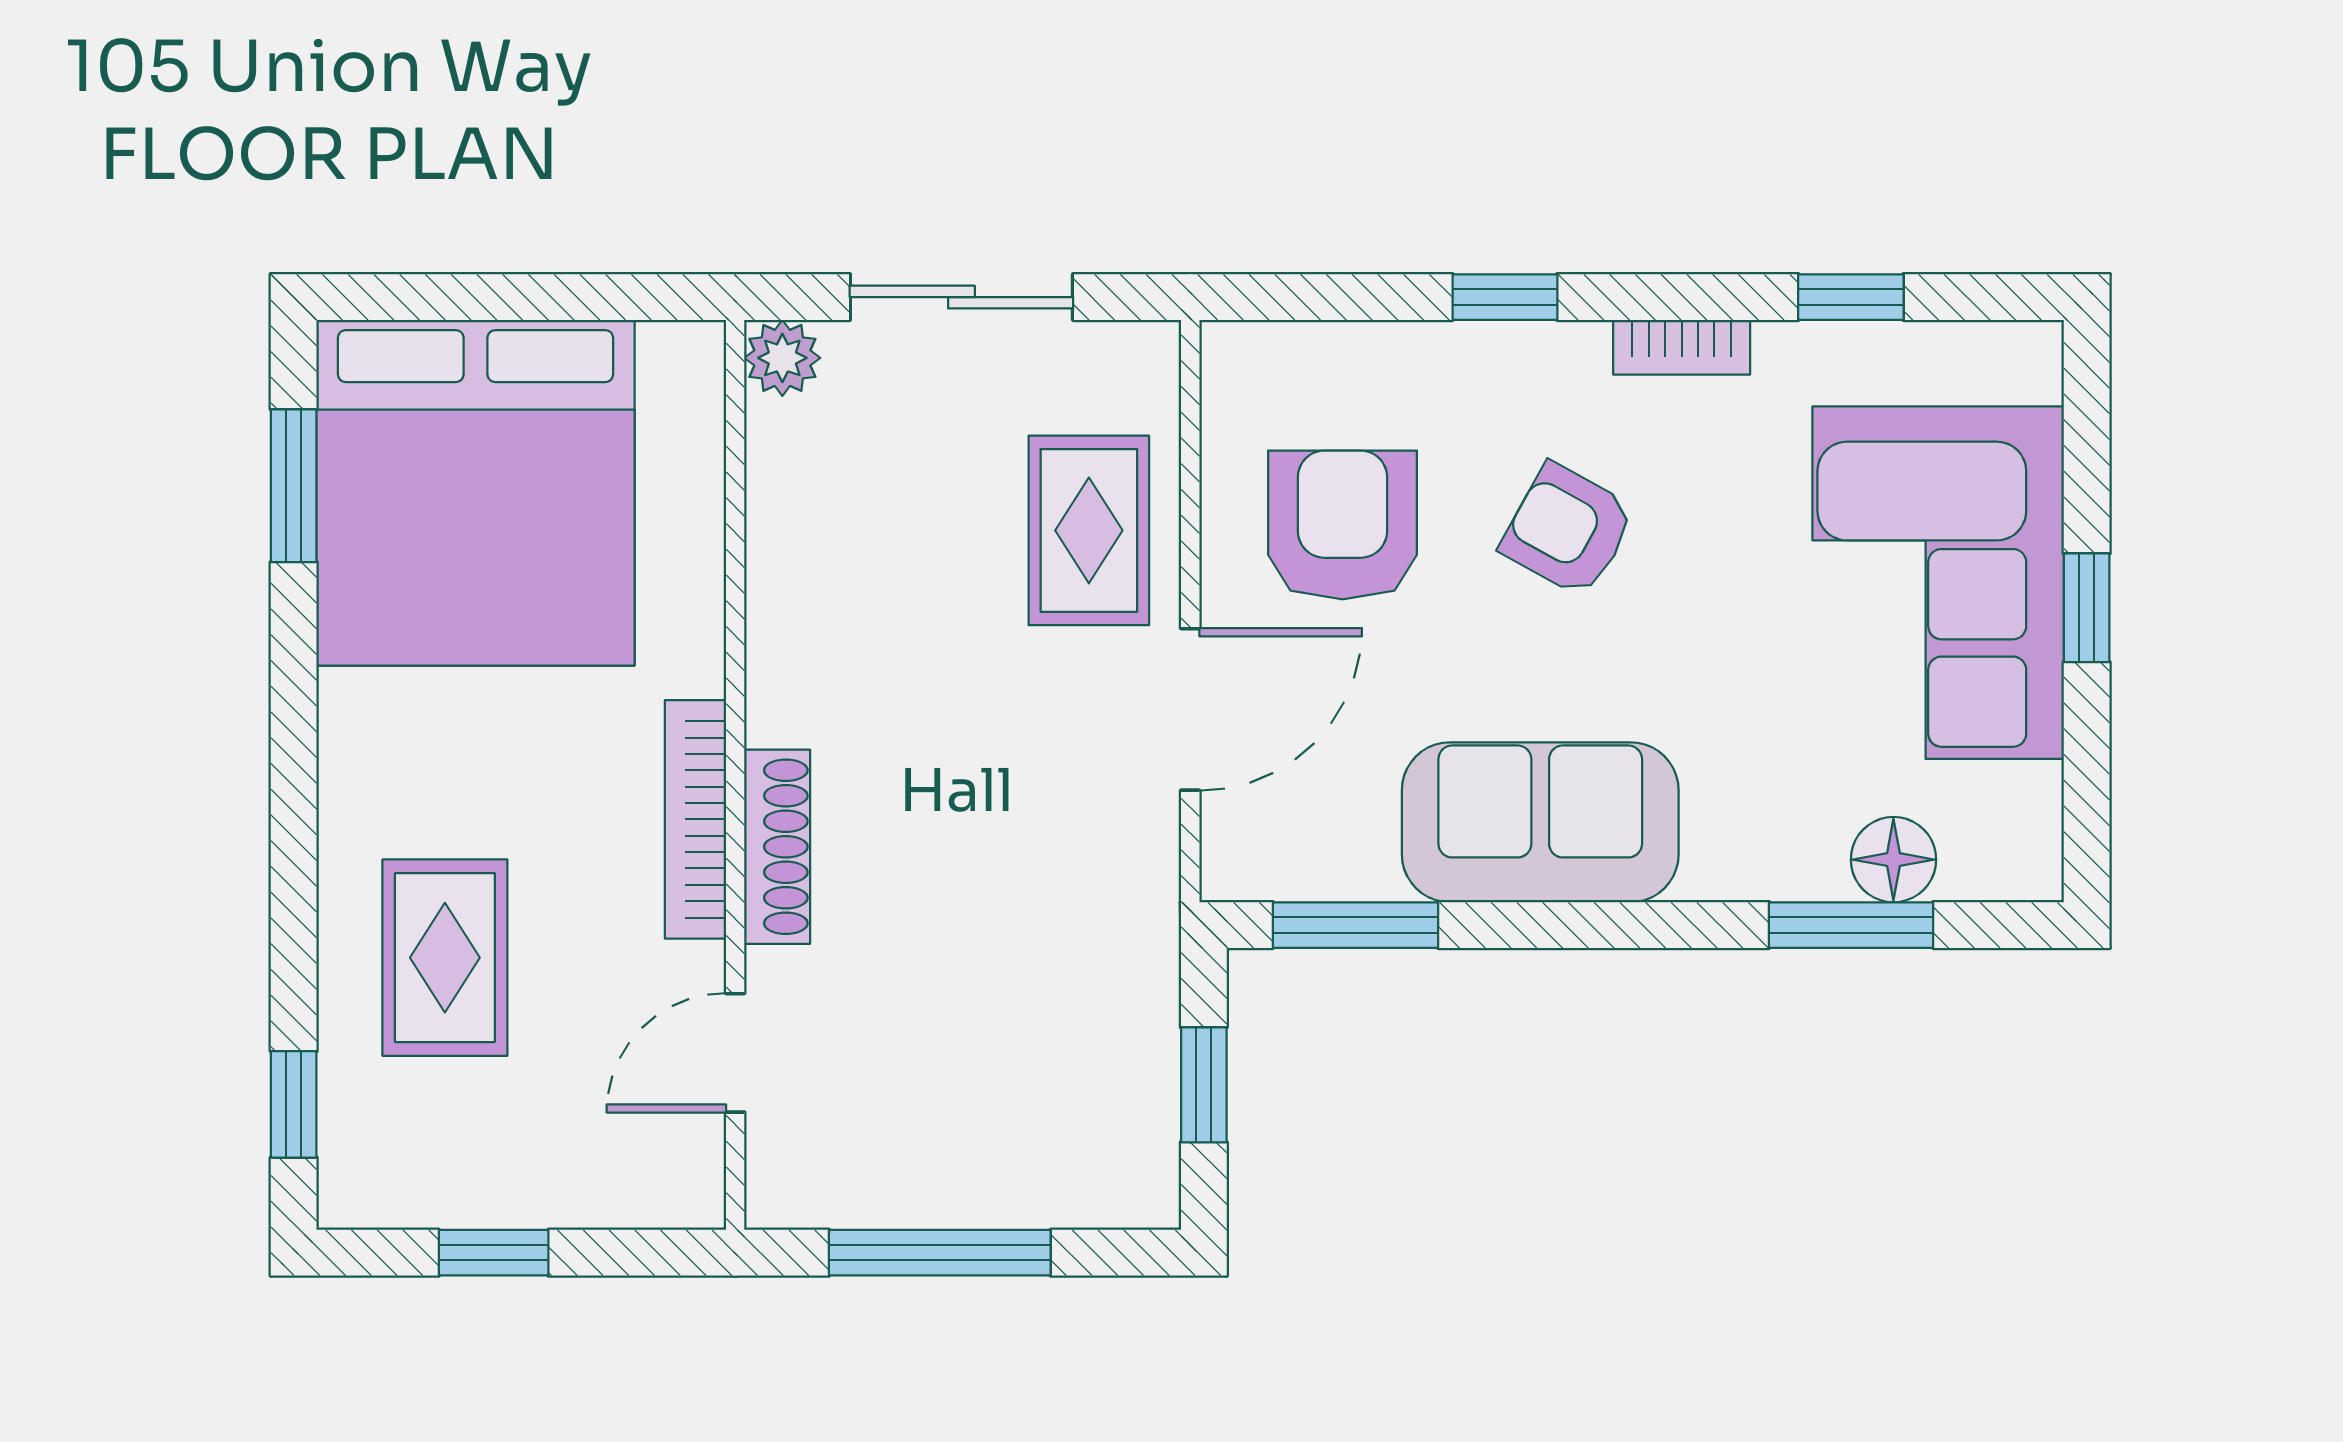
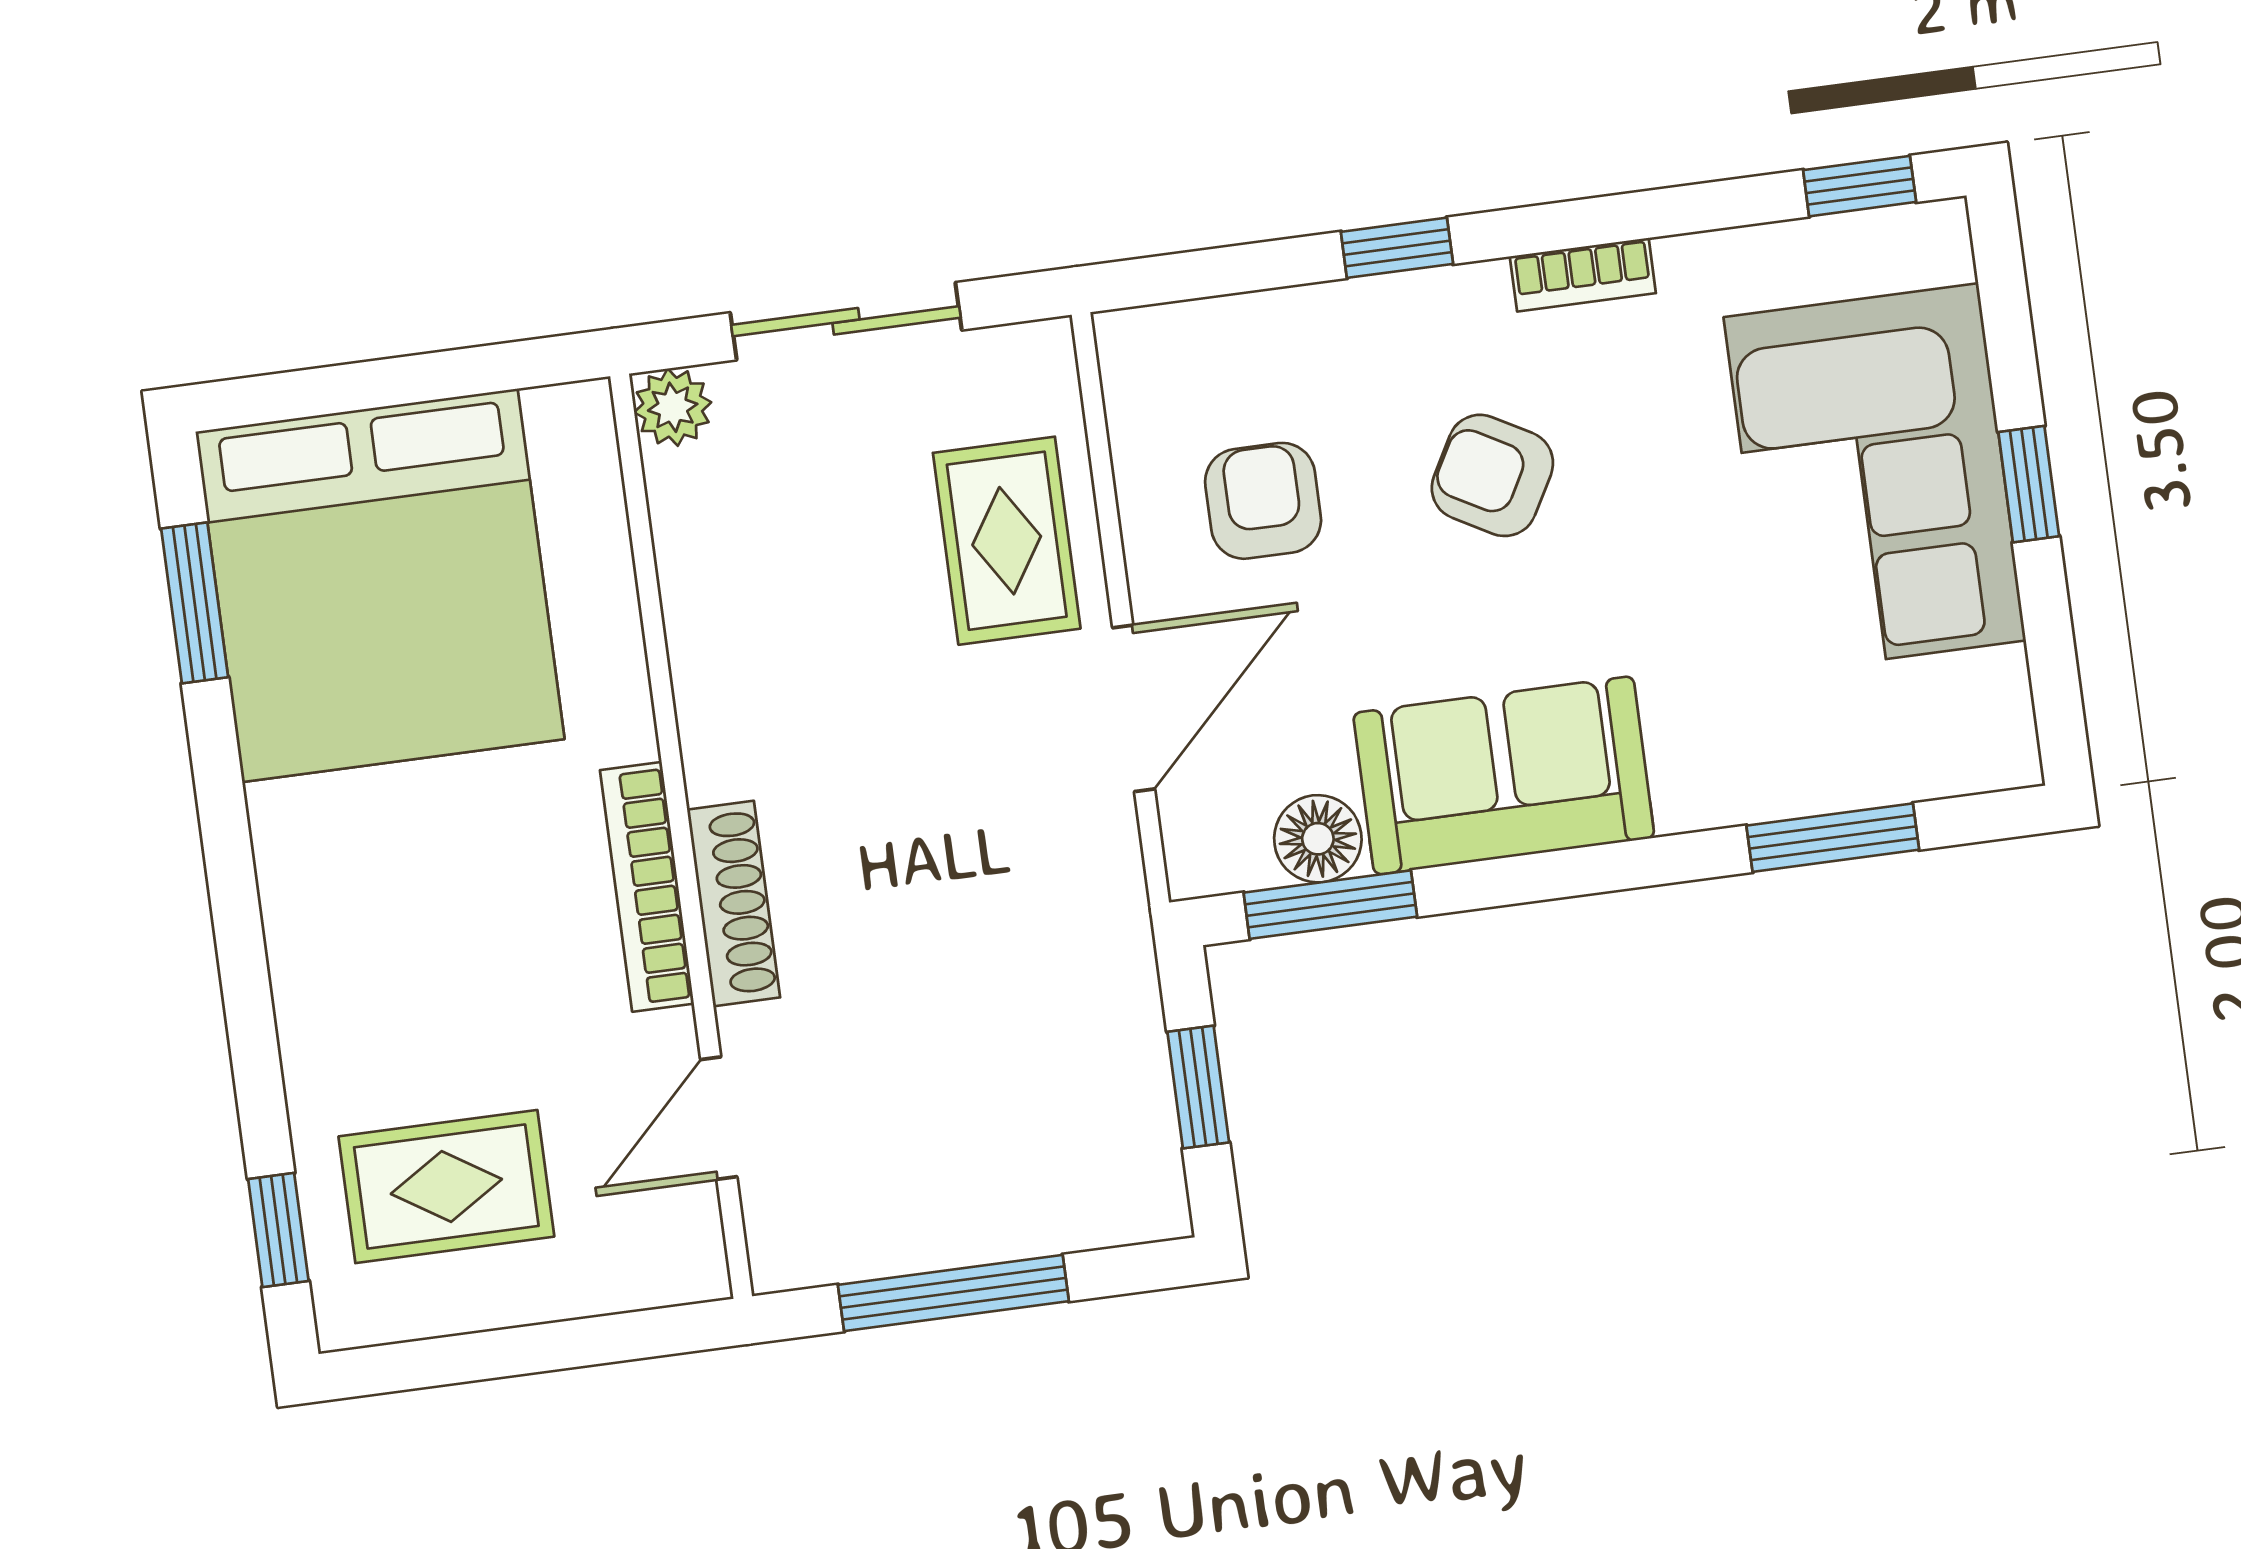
window: (1851, 297) -> (1860, 186), moved
armchair: (1343, 525) -> (1263, 501), width x0.72, depth x0.72
floor lamp: (1893, 860) -> (1318, 839), moved
rug: (445, 958) -> (446, 1187), moved, turned 90
window: (494, 1253) -> (501, 1353), removed

